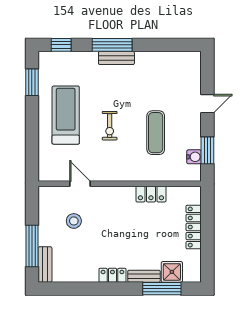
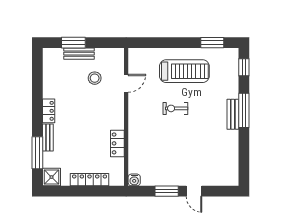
exercise mat: (156, 133) -> (169, 147), removed
window: (207, 150) -> (167, 191), moved
water cooler: (194, 157) -> (134, 180), moved
window: (32, 246) -> (73, 43), width x0.69
bench: (45, 264) -> (79, 54), moved
shower: (172, 272) -> (51, 177), moved

